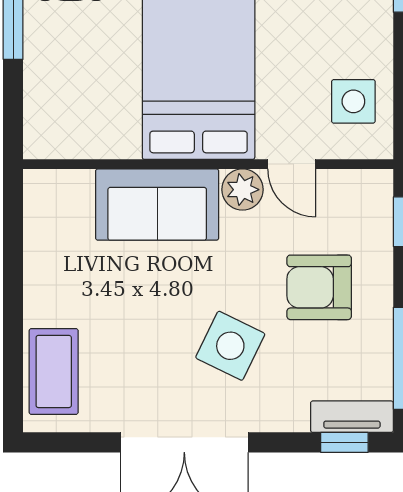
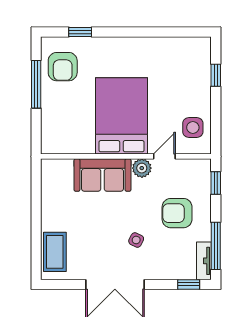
door: (292, 164) -> (164, 156), swing flipped
side table: (230, 346) -> (136, 240), width x0.54, depth x0.54
tv unit: (352, 417) -> (204, 261), moved, turned -90

